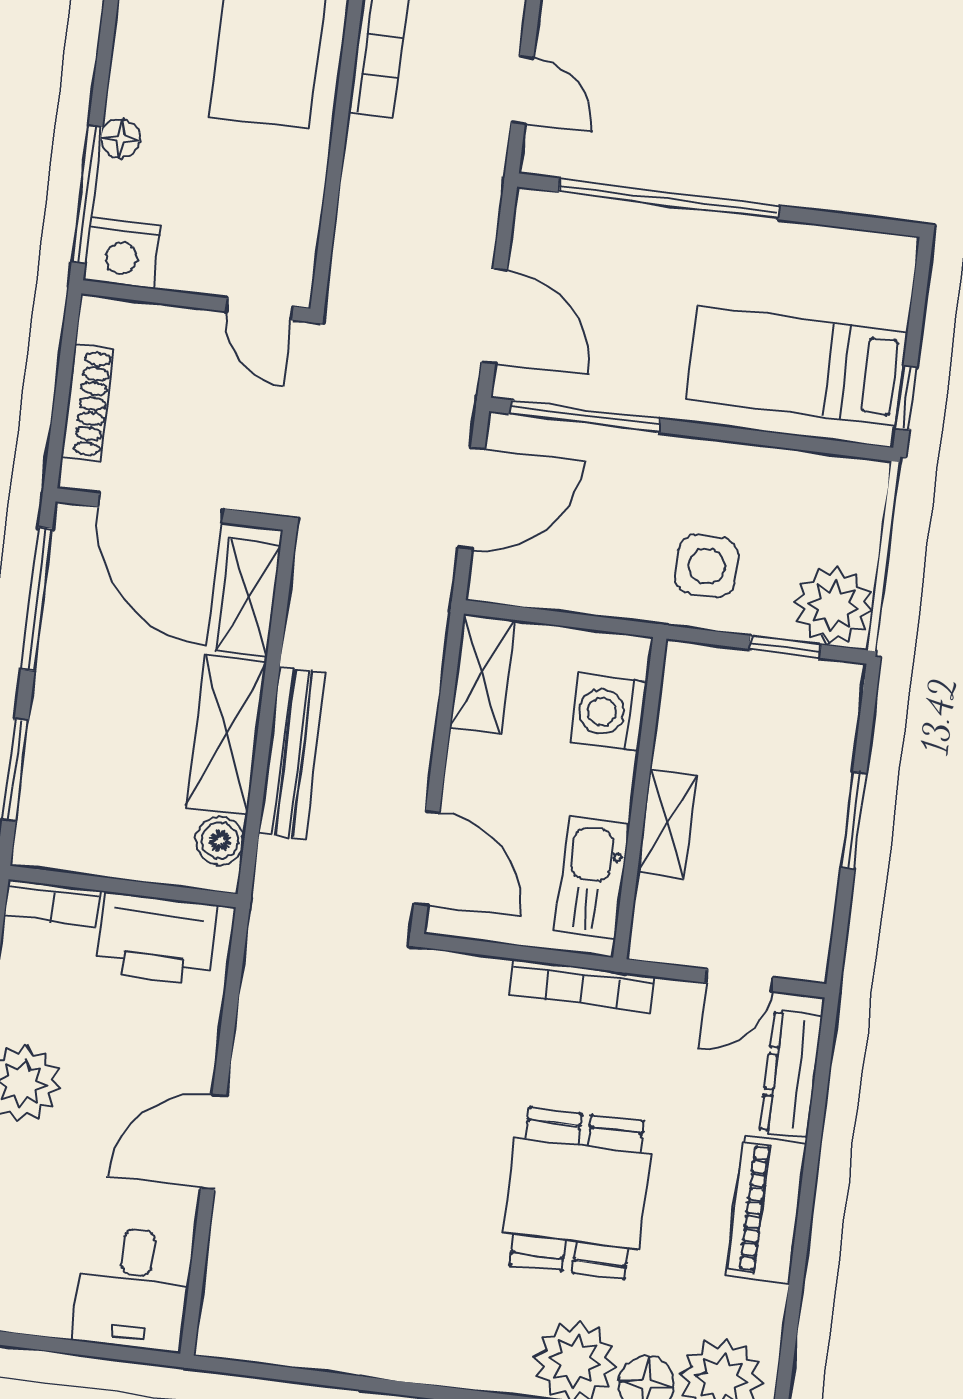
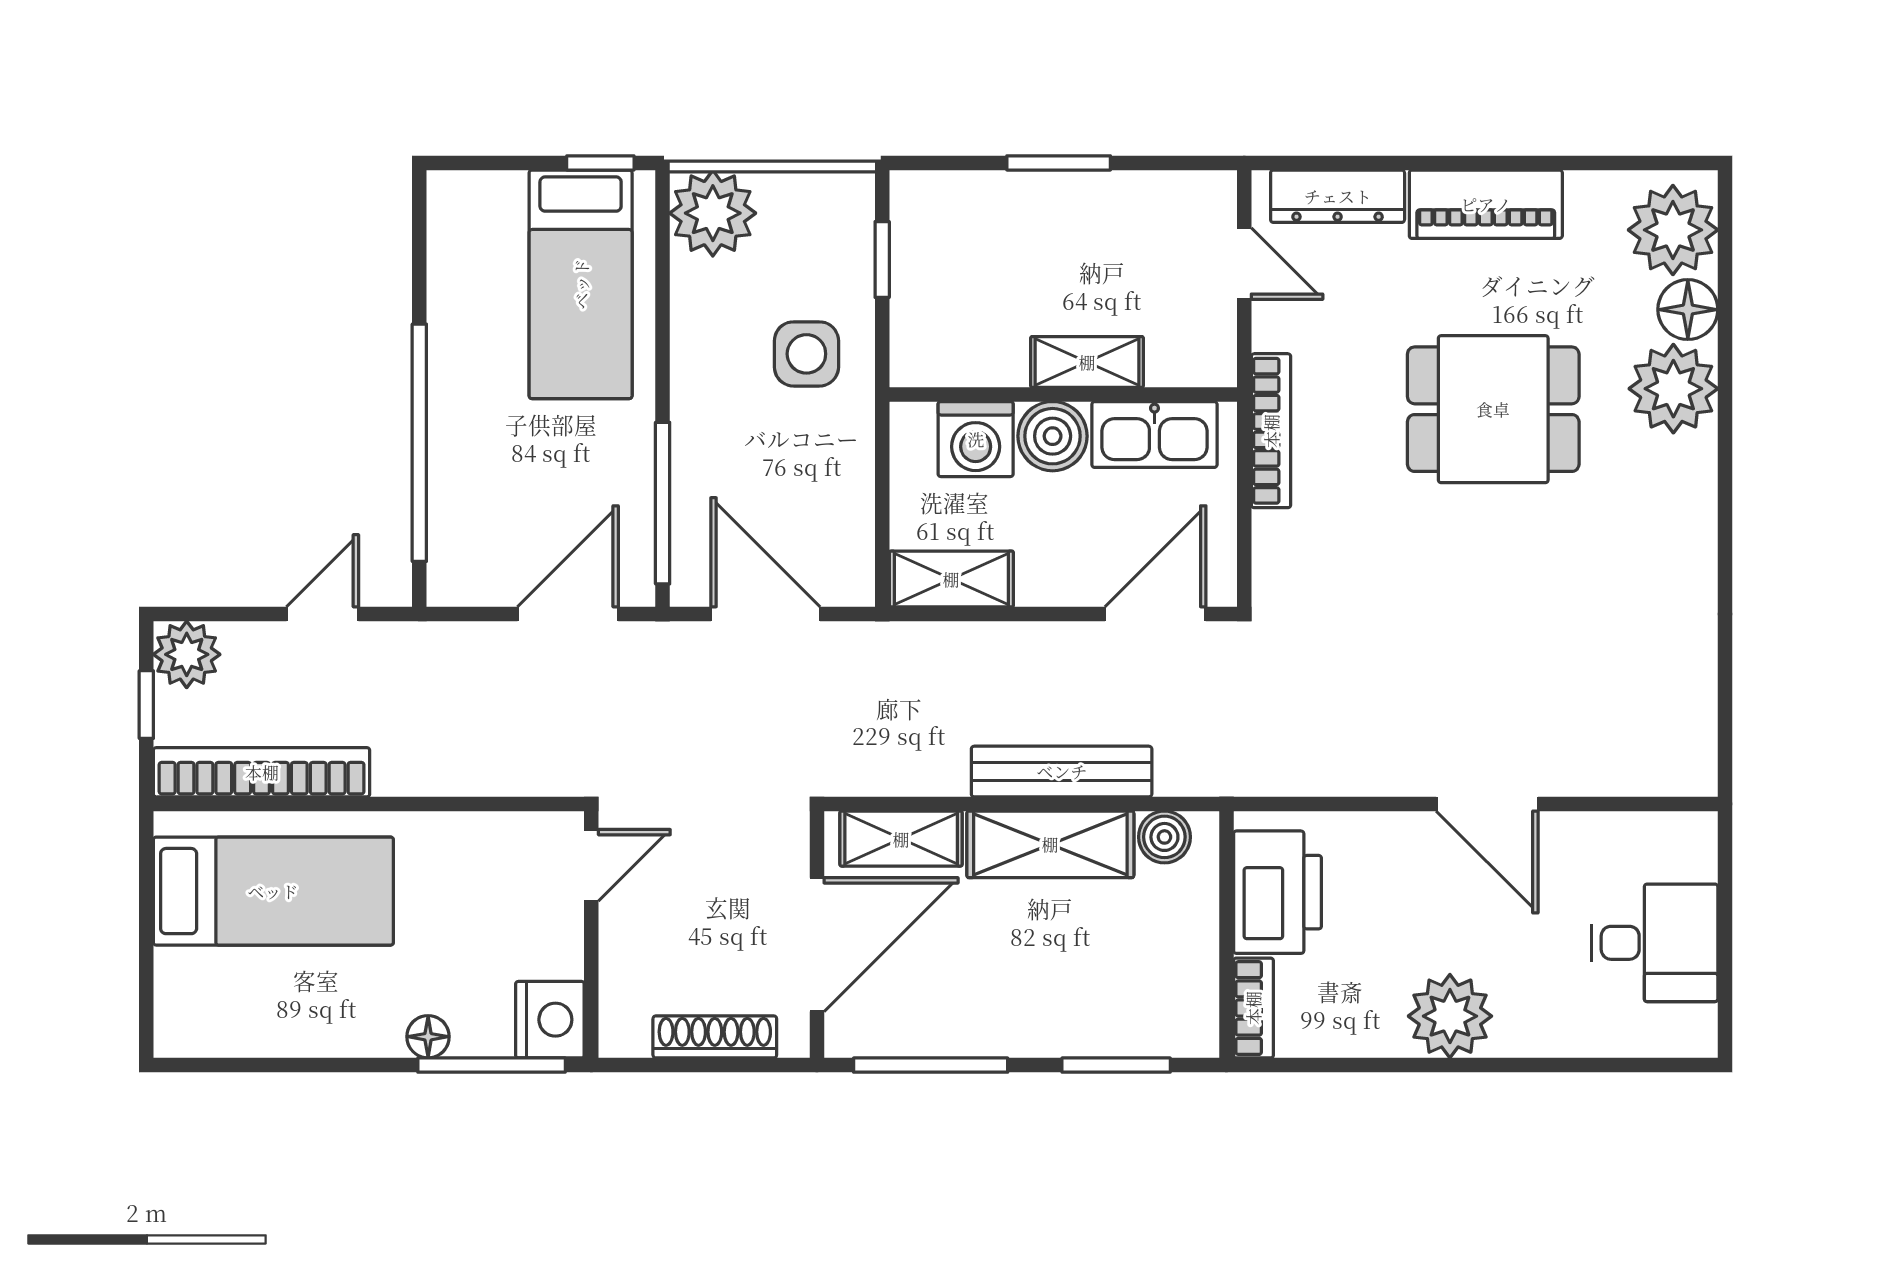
plant: (833, 606) -> (713, 213), moved
boiler: (602, 784) -> (1053, 436), added
desk: (133, 1289) -> (1654, 943), moved

